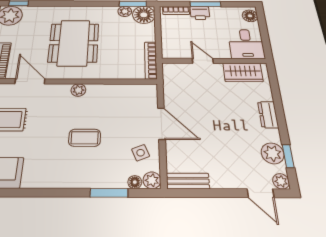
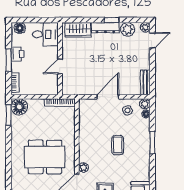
plant: (125, 11) -> (16, 121), removed
printer: (200, 13) -> (17, 54), moved
wardrobe: (243, 72) -> (78, 30), moved, turned 90
plant: (78, 90) -> (83, 168), moved
dresser: (268, 115) -> (105, 28), width x1.44
window: (288, 156) -> (111, 20), moved
window: (109, 193) -> (152, 142), moved

